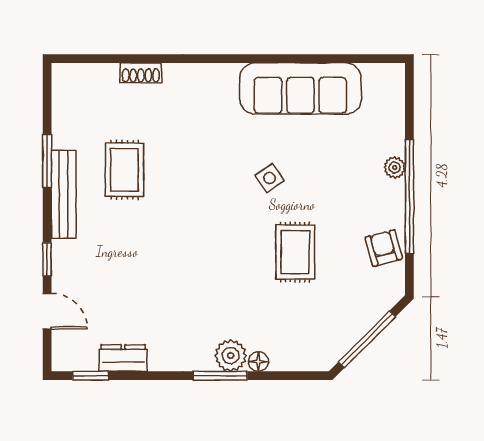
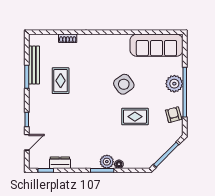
sofa: (300, 89) -> (156, 45), moved
plant: (395, 168) -> (174, 84), width x1.88, depth x1.88
side table: (270, 178) -> (124, 84), width x1.87, depth x1.87
bench: (64, 194) -> (34, 65), moved
rug: (295, 252) -> (135, 117), turned 90
door: (47, 311) -> (27, 142), hinge flipped

